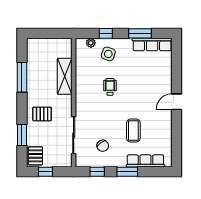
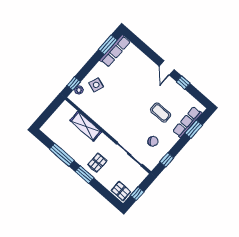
window: (106, 33) -> (74, 84), moved
window: (140, 33) -> (108, 45), moved
wheelchair: (110, 87) -> (119, 103), removed
window: (177, 127) -> (183, 82), added
window: (22, 135) -> (85, 175), moved
window: (127, 172) -> (194, 129), moved

